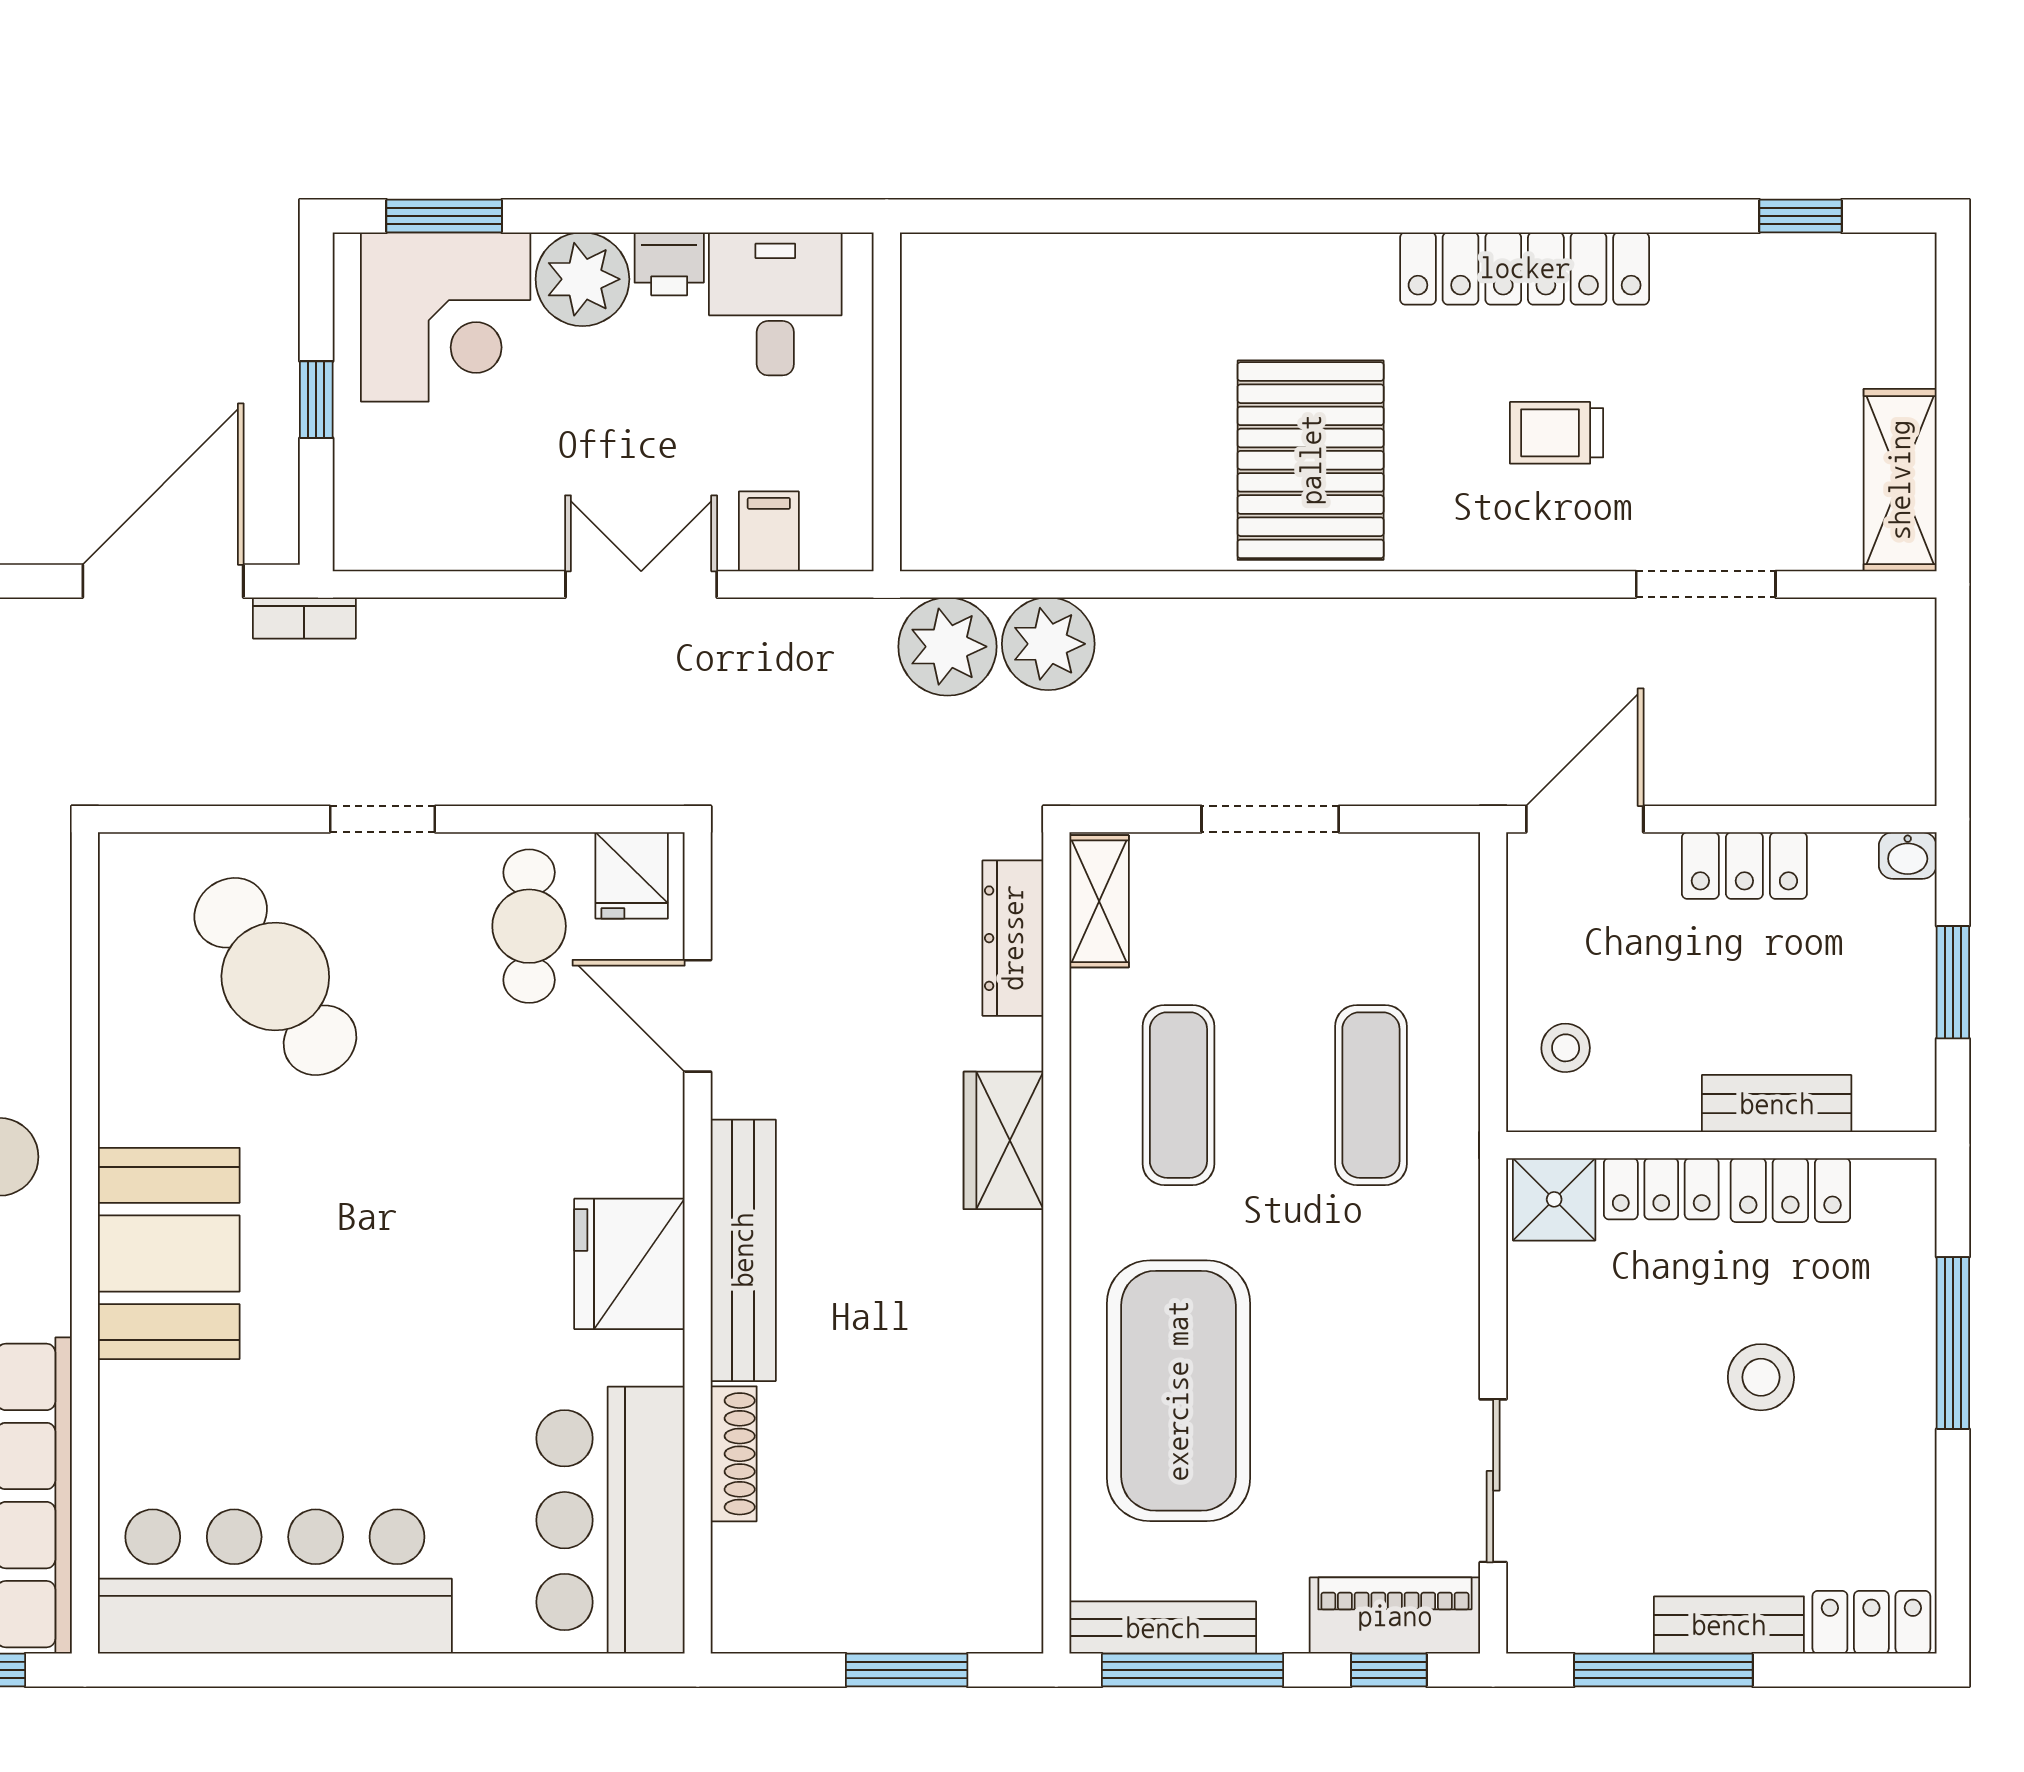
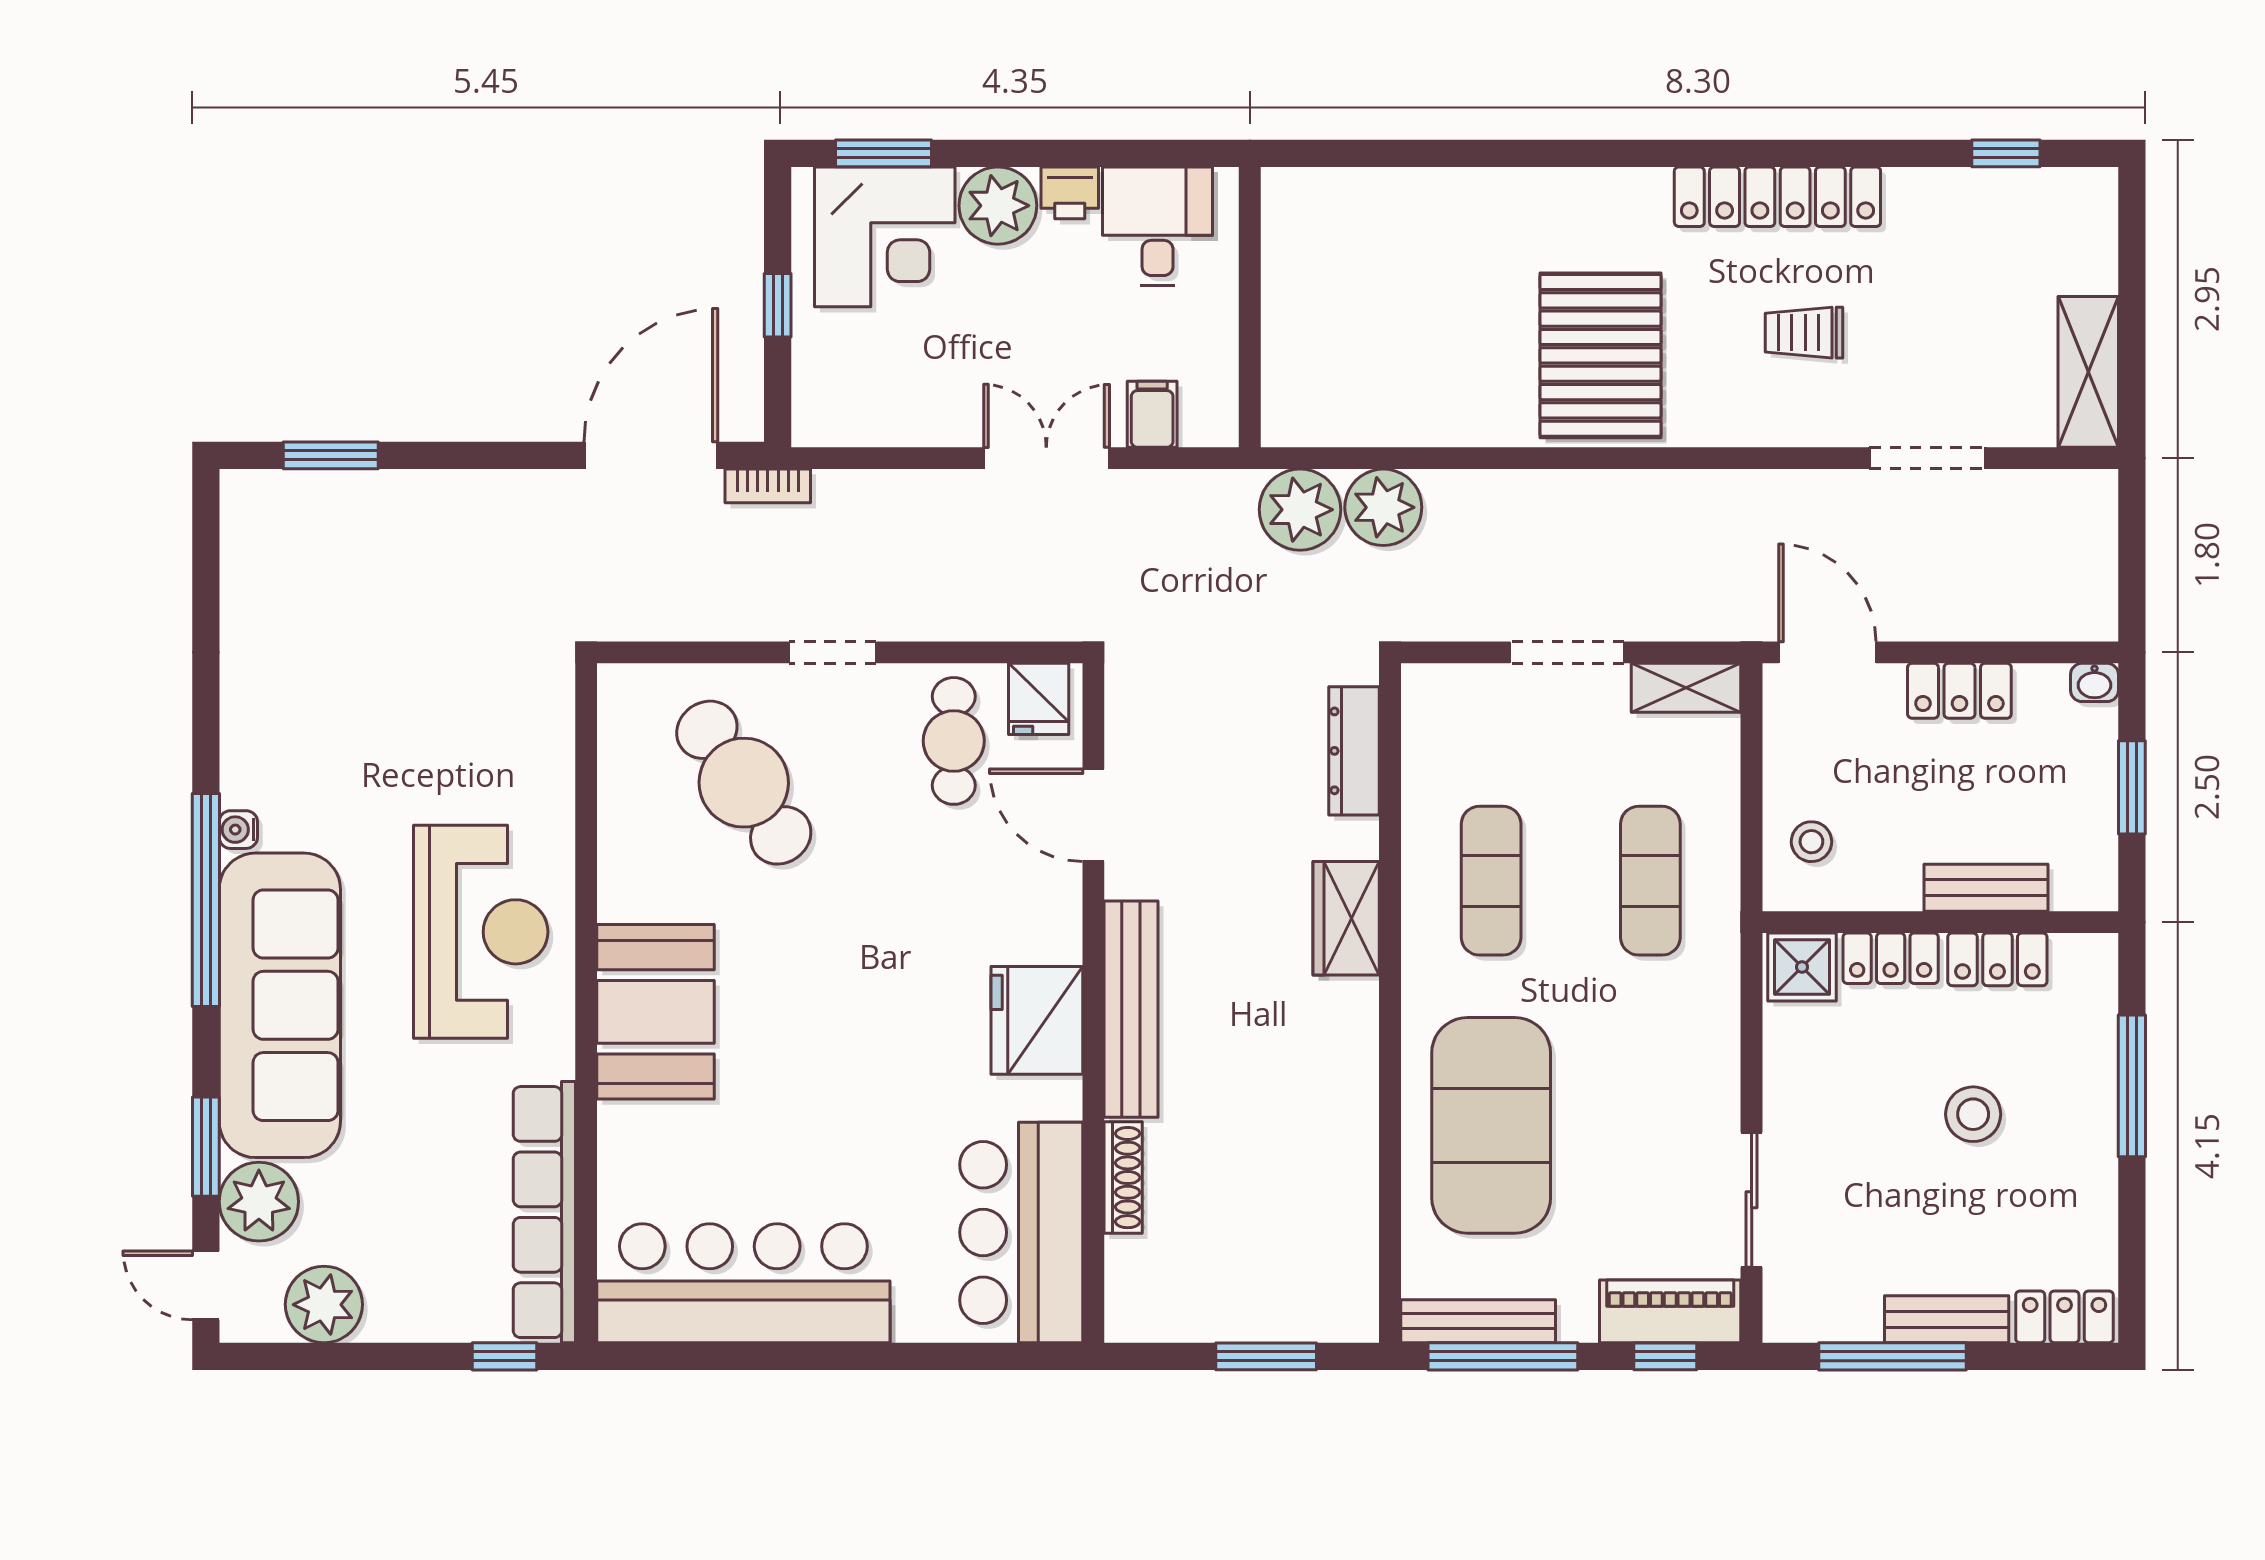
door: (1585, 819) -> (1827, 652), hinge flipped
shelving: (1099, 901) -> (1686, 688), moved, turned 90

